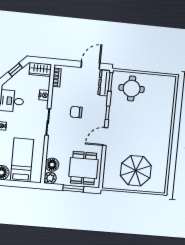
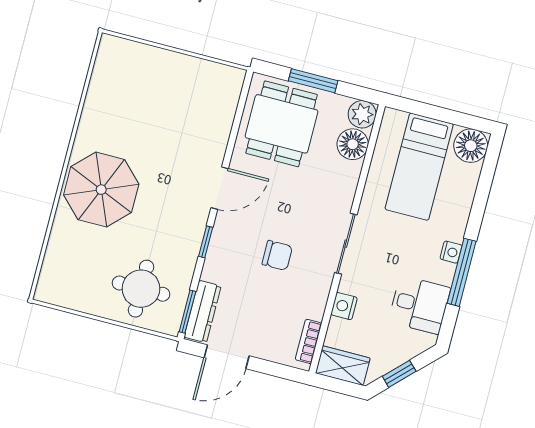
parasol: (136, 171) -> (101, 190), moved

